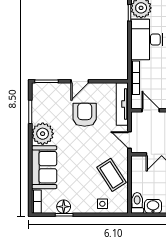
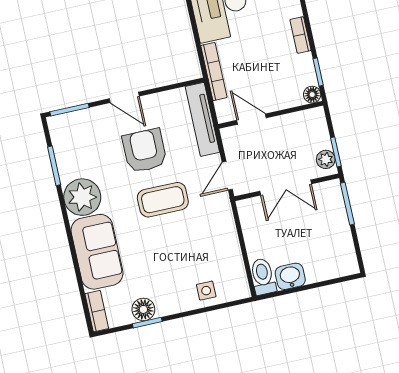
door: (80, 81) -> (124, 97), hinge flipped
door: (129, 140) -> (227, 176), hinge flipped
coffee table: (112, 175) -> (163, 200), moved, turned -57

